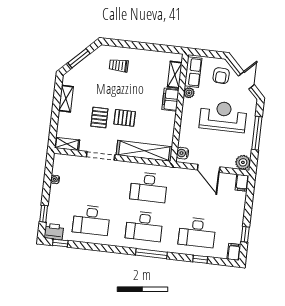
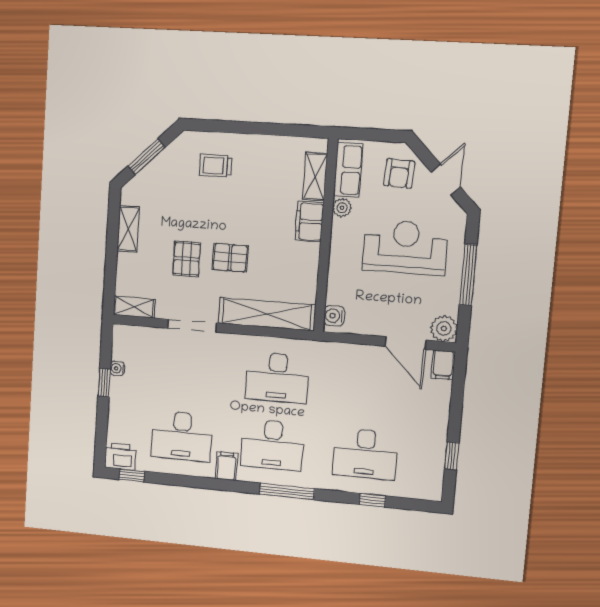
door: (209, 168) -> (406, 343), moved
window: (44, 214) -> (104, 382), moved
filing cabinet: (234, 252) -> (226, 466), moved

